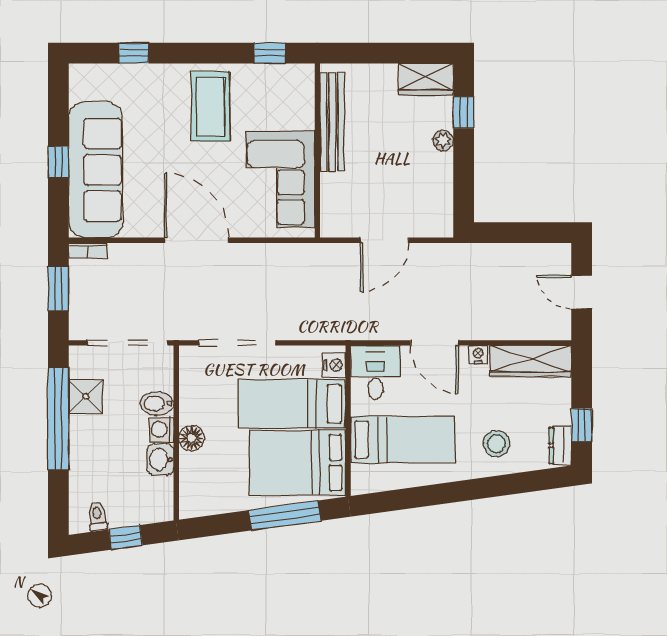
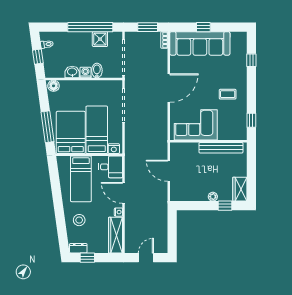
coffee table: (211, 107) -> (228, 94), width x0.54, depth x0.58
door: (435, 343) -> (124, 193), hinge flipped
floor lamp: (192, 438) -> (54, 86), moved

